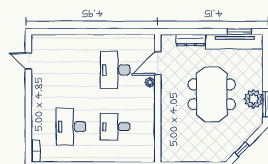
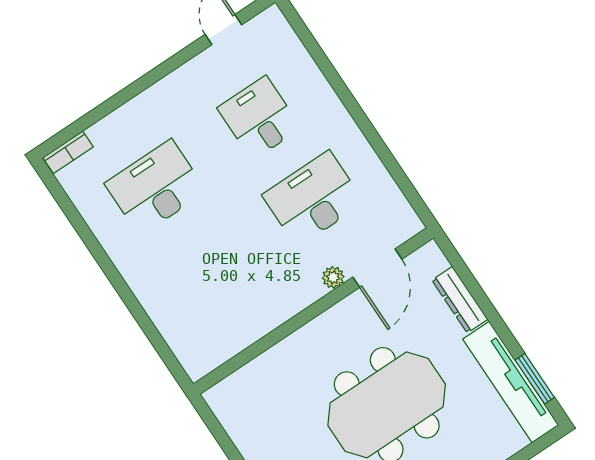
door: (158, 63) -> (377, 268), swing flipped
desk: (115, 127) -> (259, 118), moved

